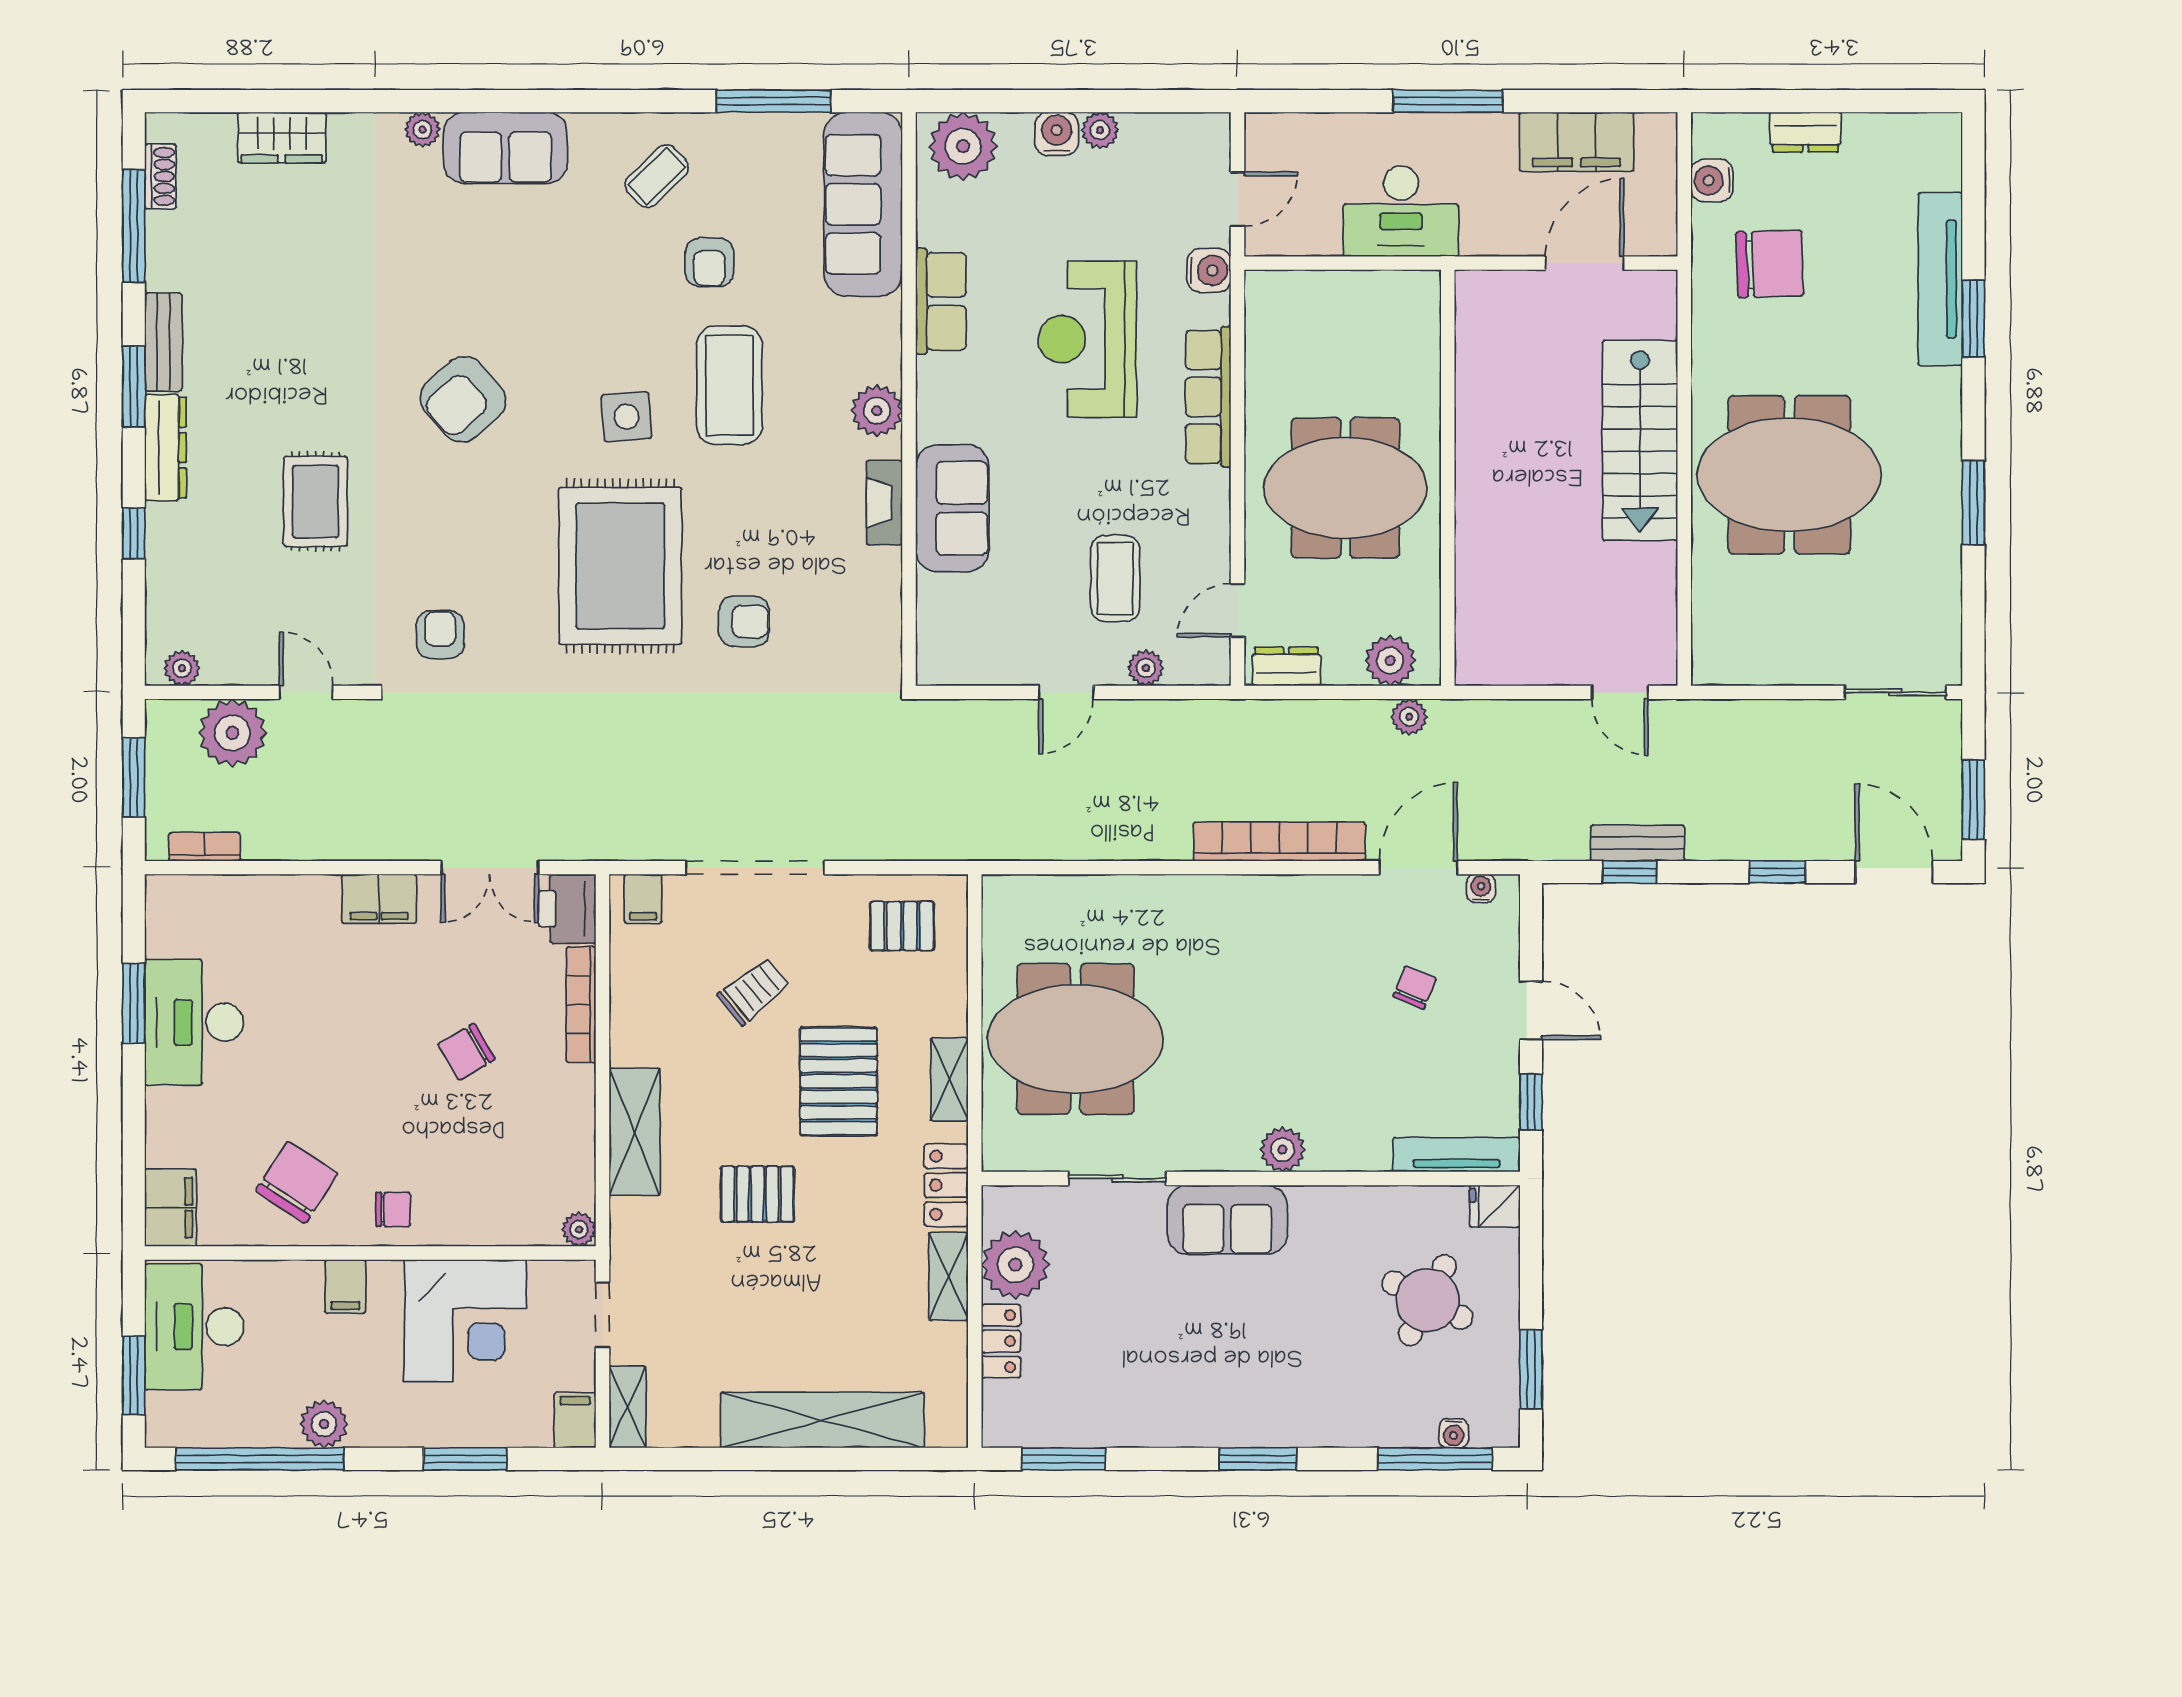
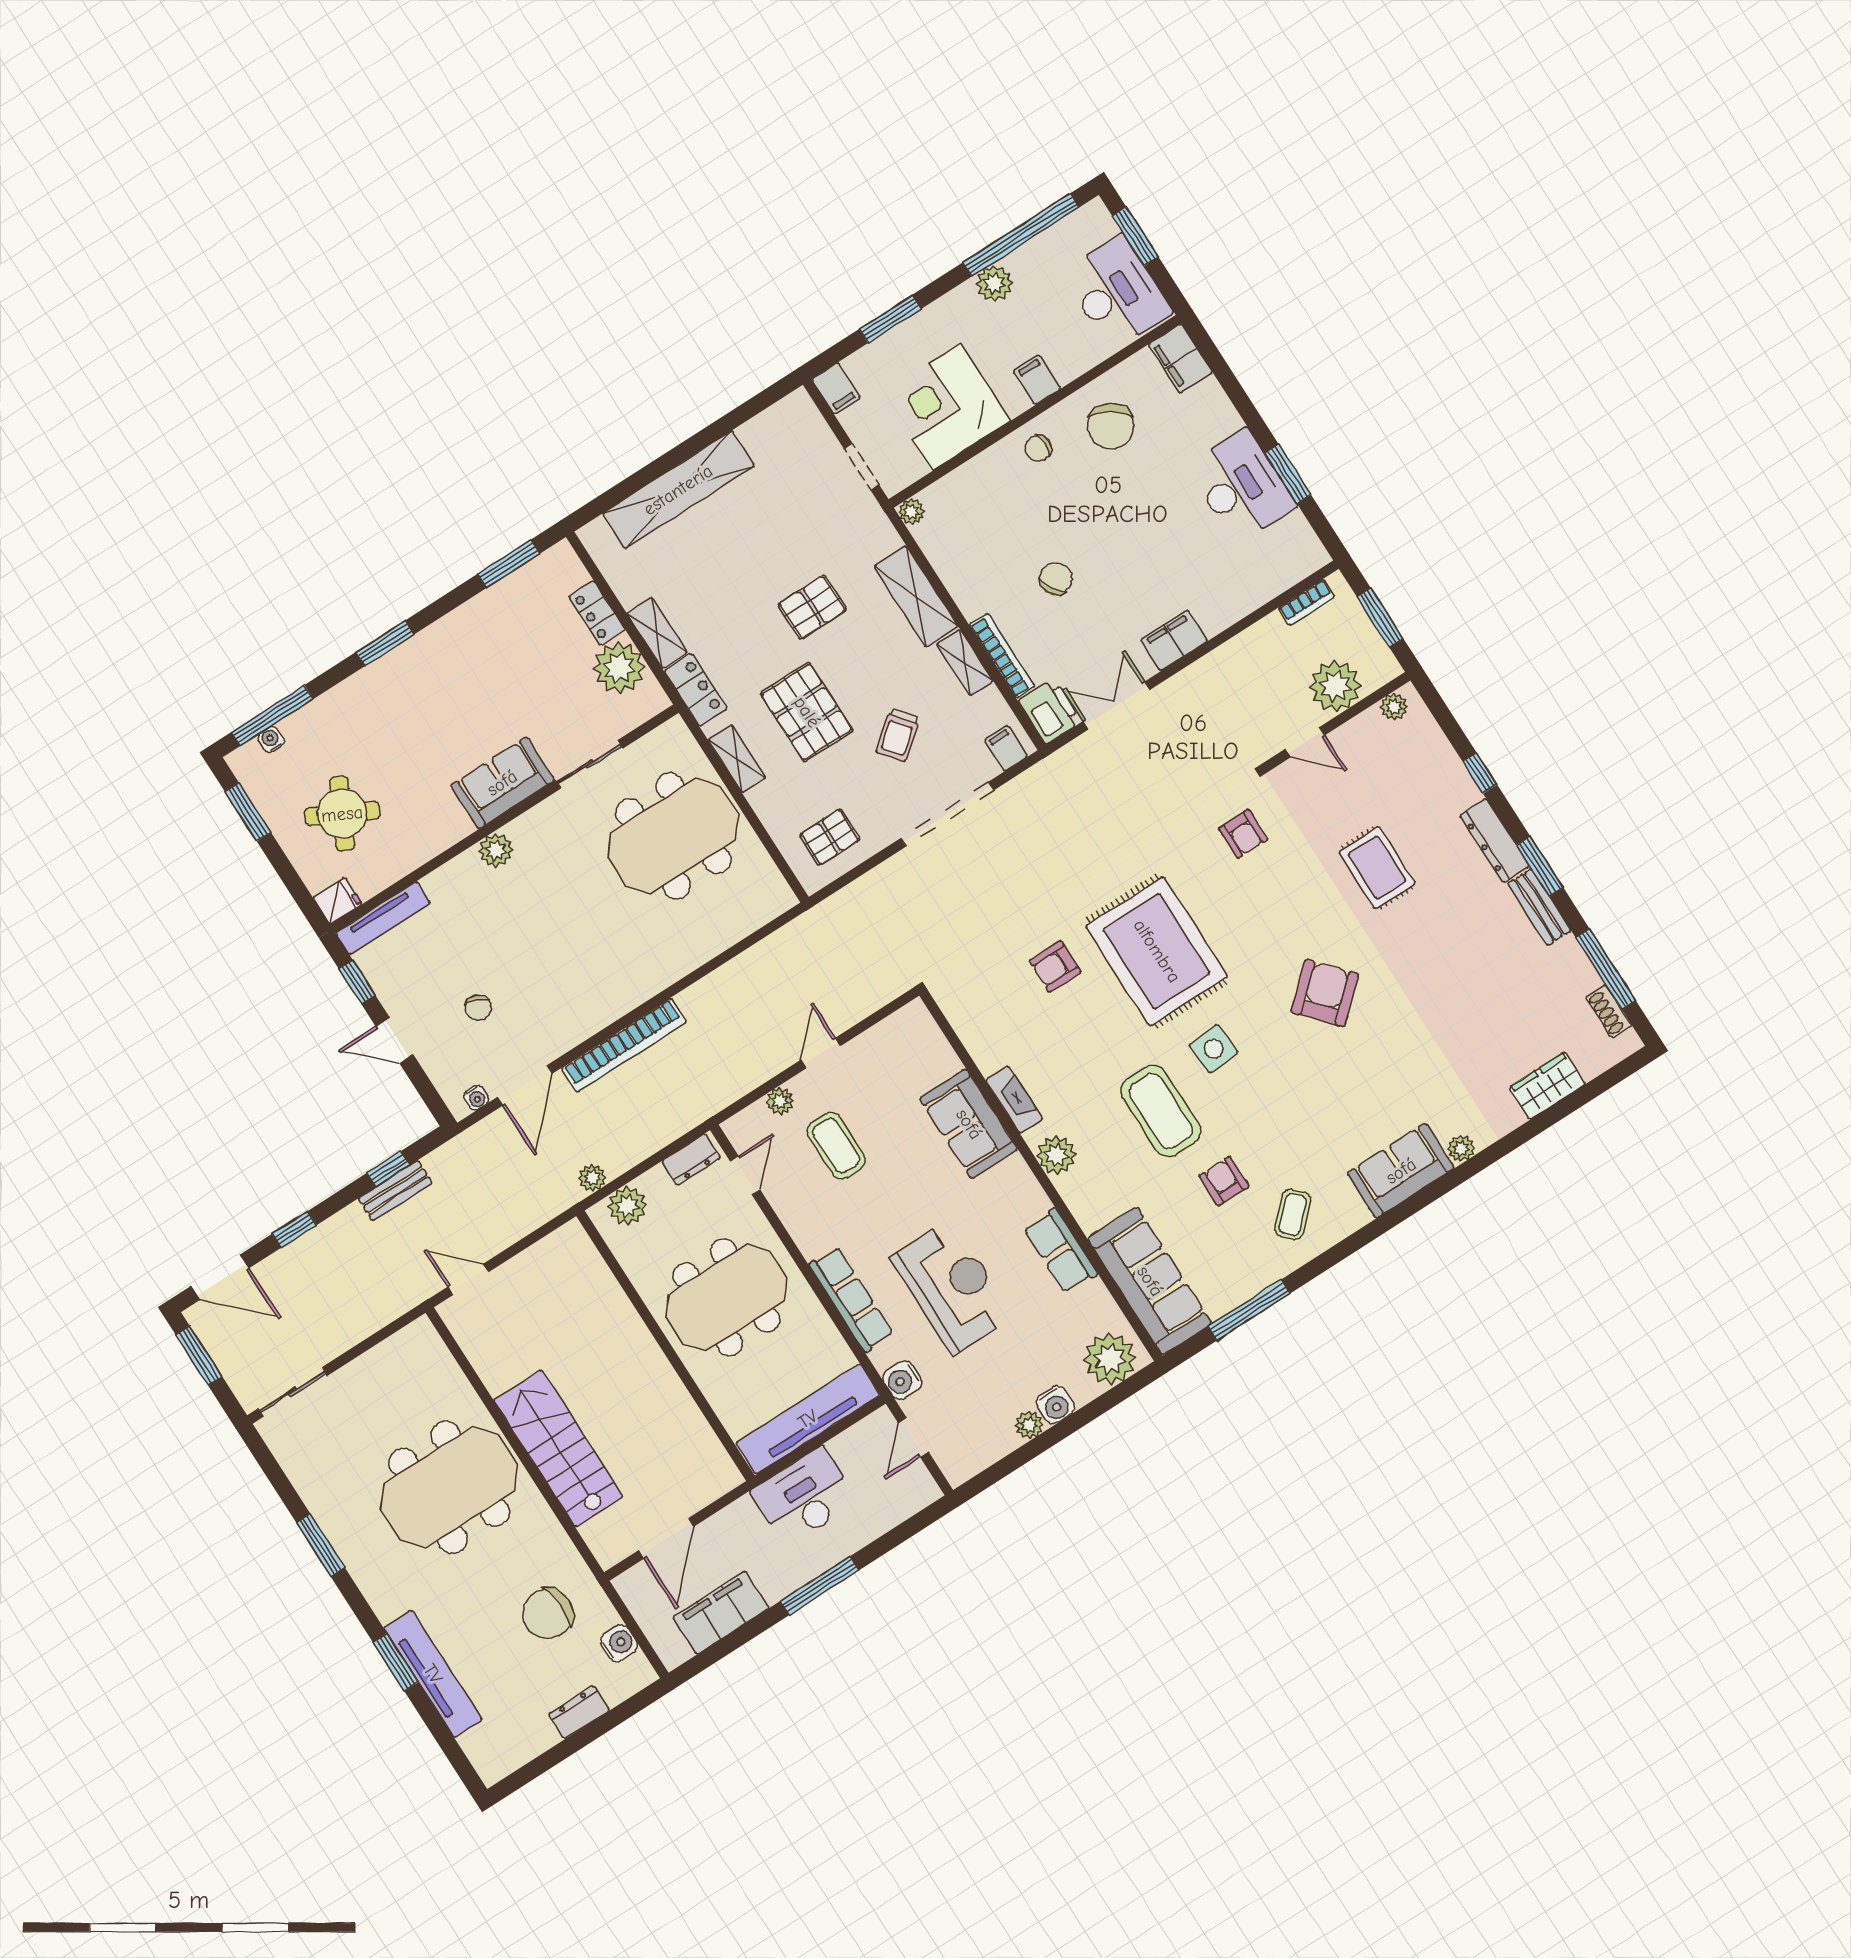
tv unit: (1342, 295) -> (808, 1419), added
shelving: (627, 1407) -> (965, 663), moved

